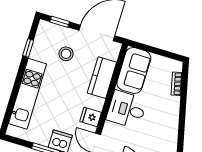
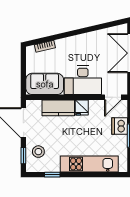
stool: (66, 54) -> (38, 152), moved
desk: (127, 109) -> (83, 80), width x1.37
fridge: (91, 117) -> (82, 107), moved

